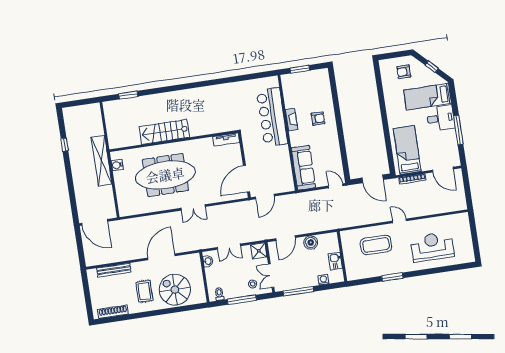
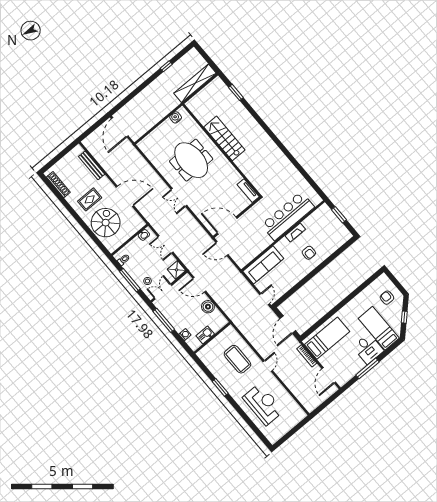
shelving: (102, 161) -> (195, 83), moved
meeting table: (165, 175) -> (191, 160), width x0.73

